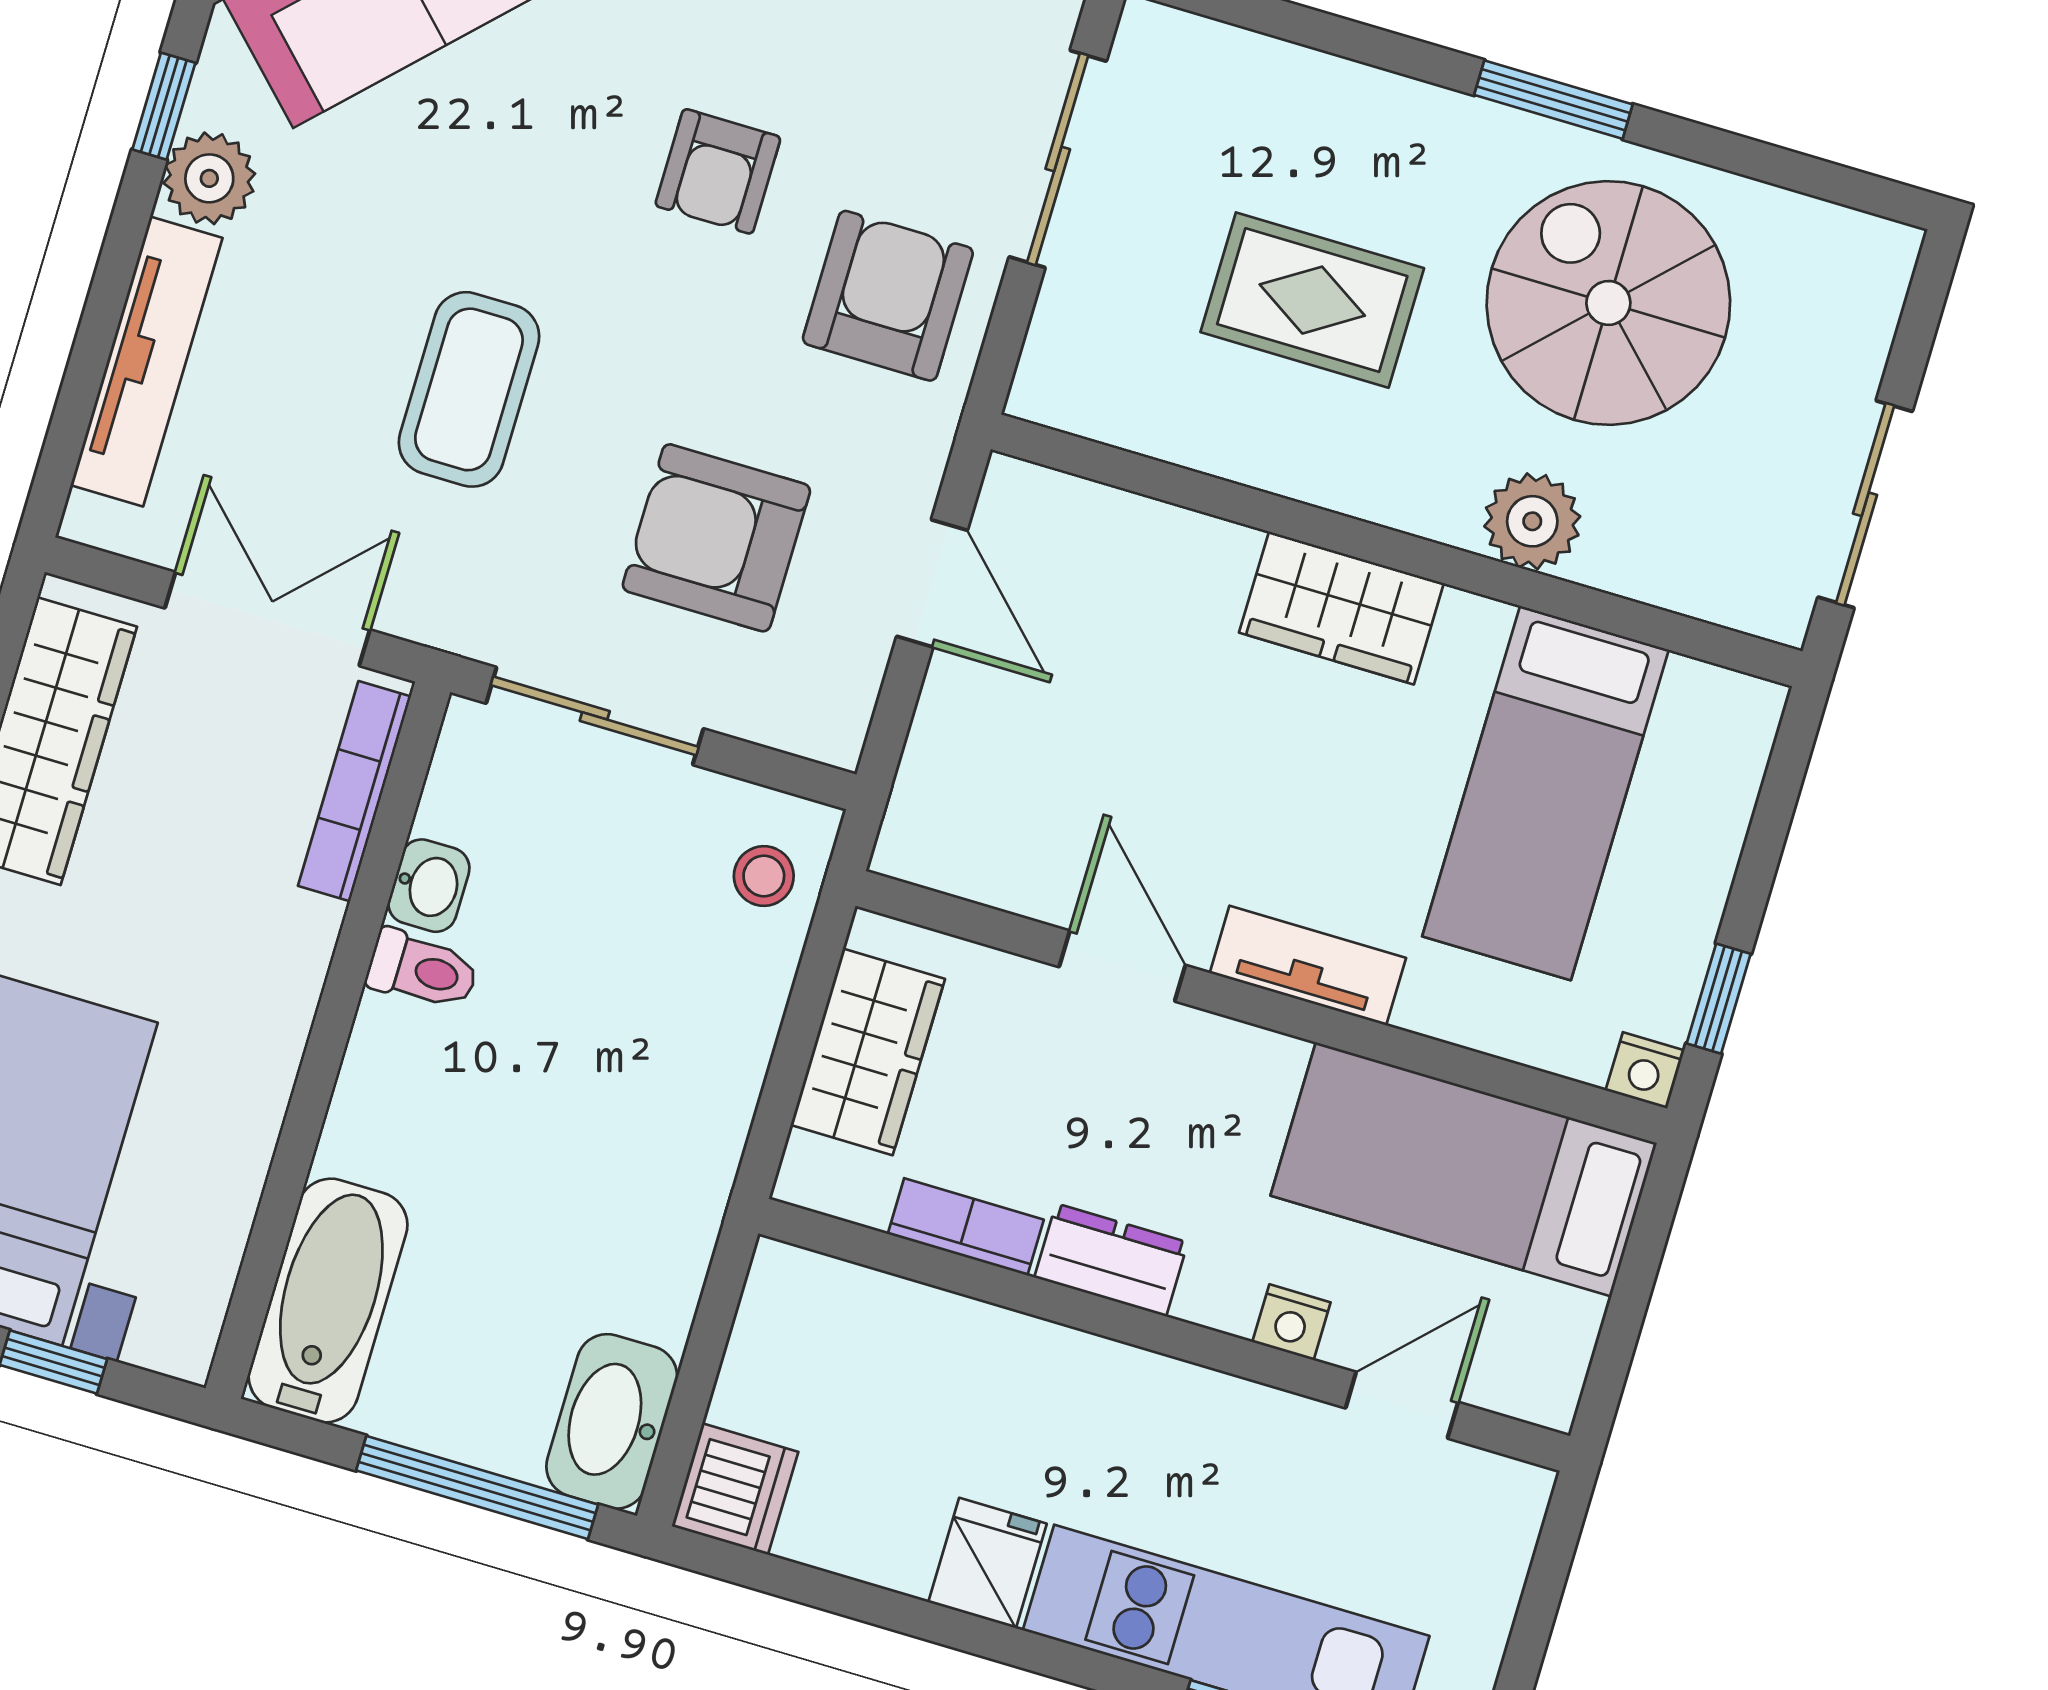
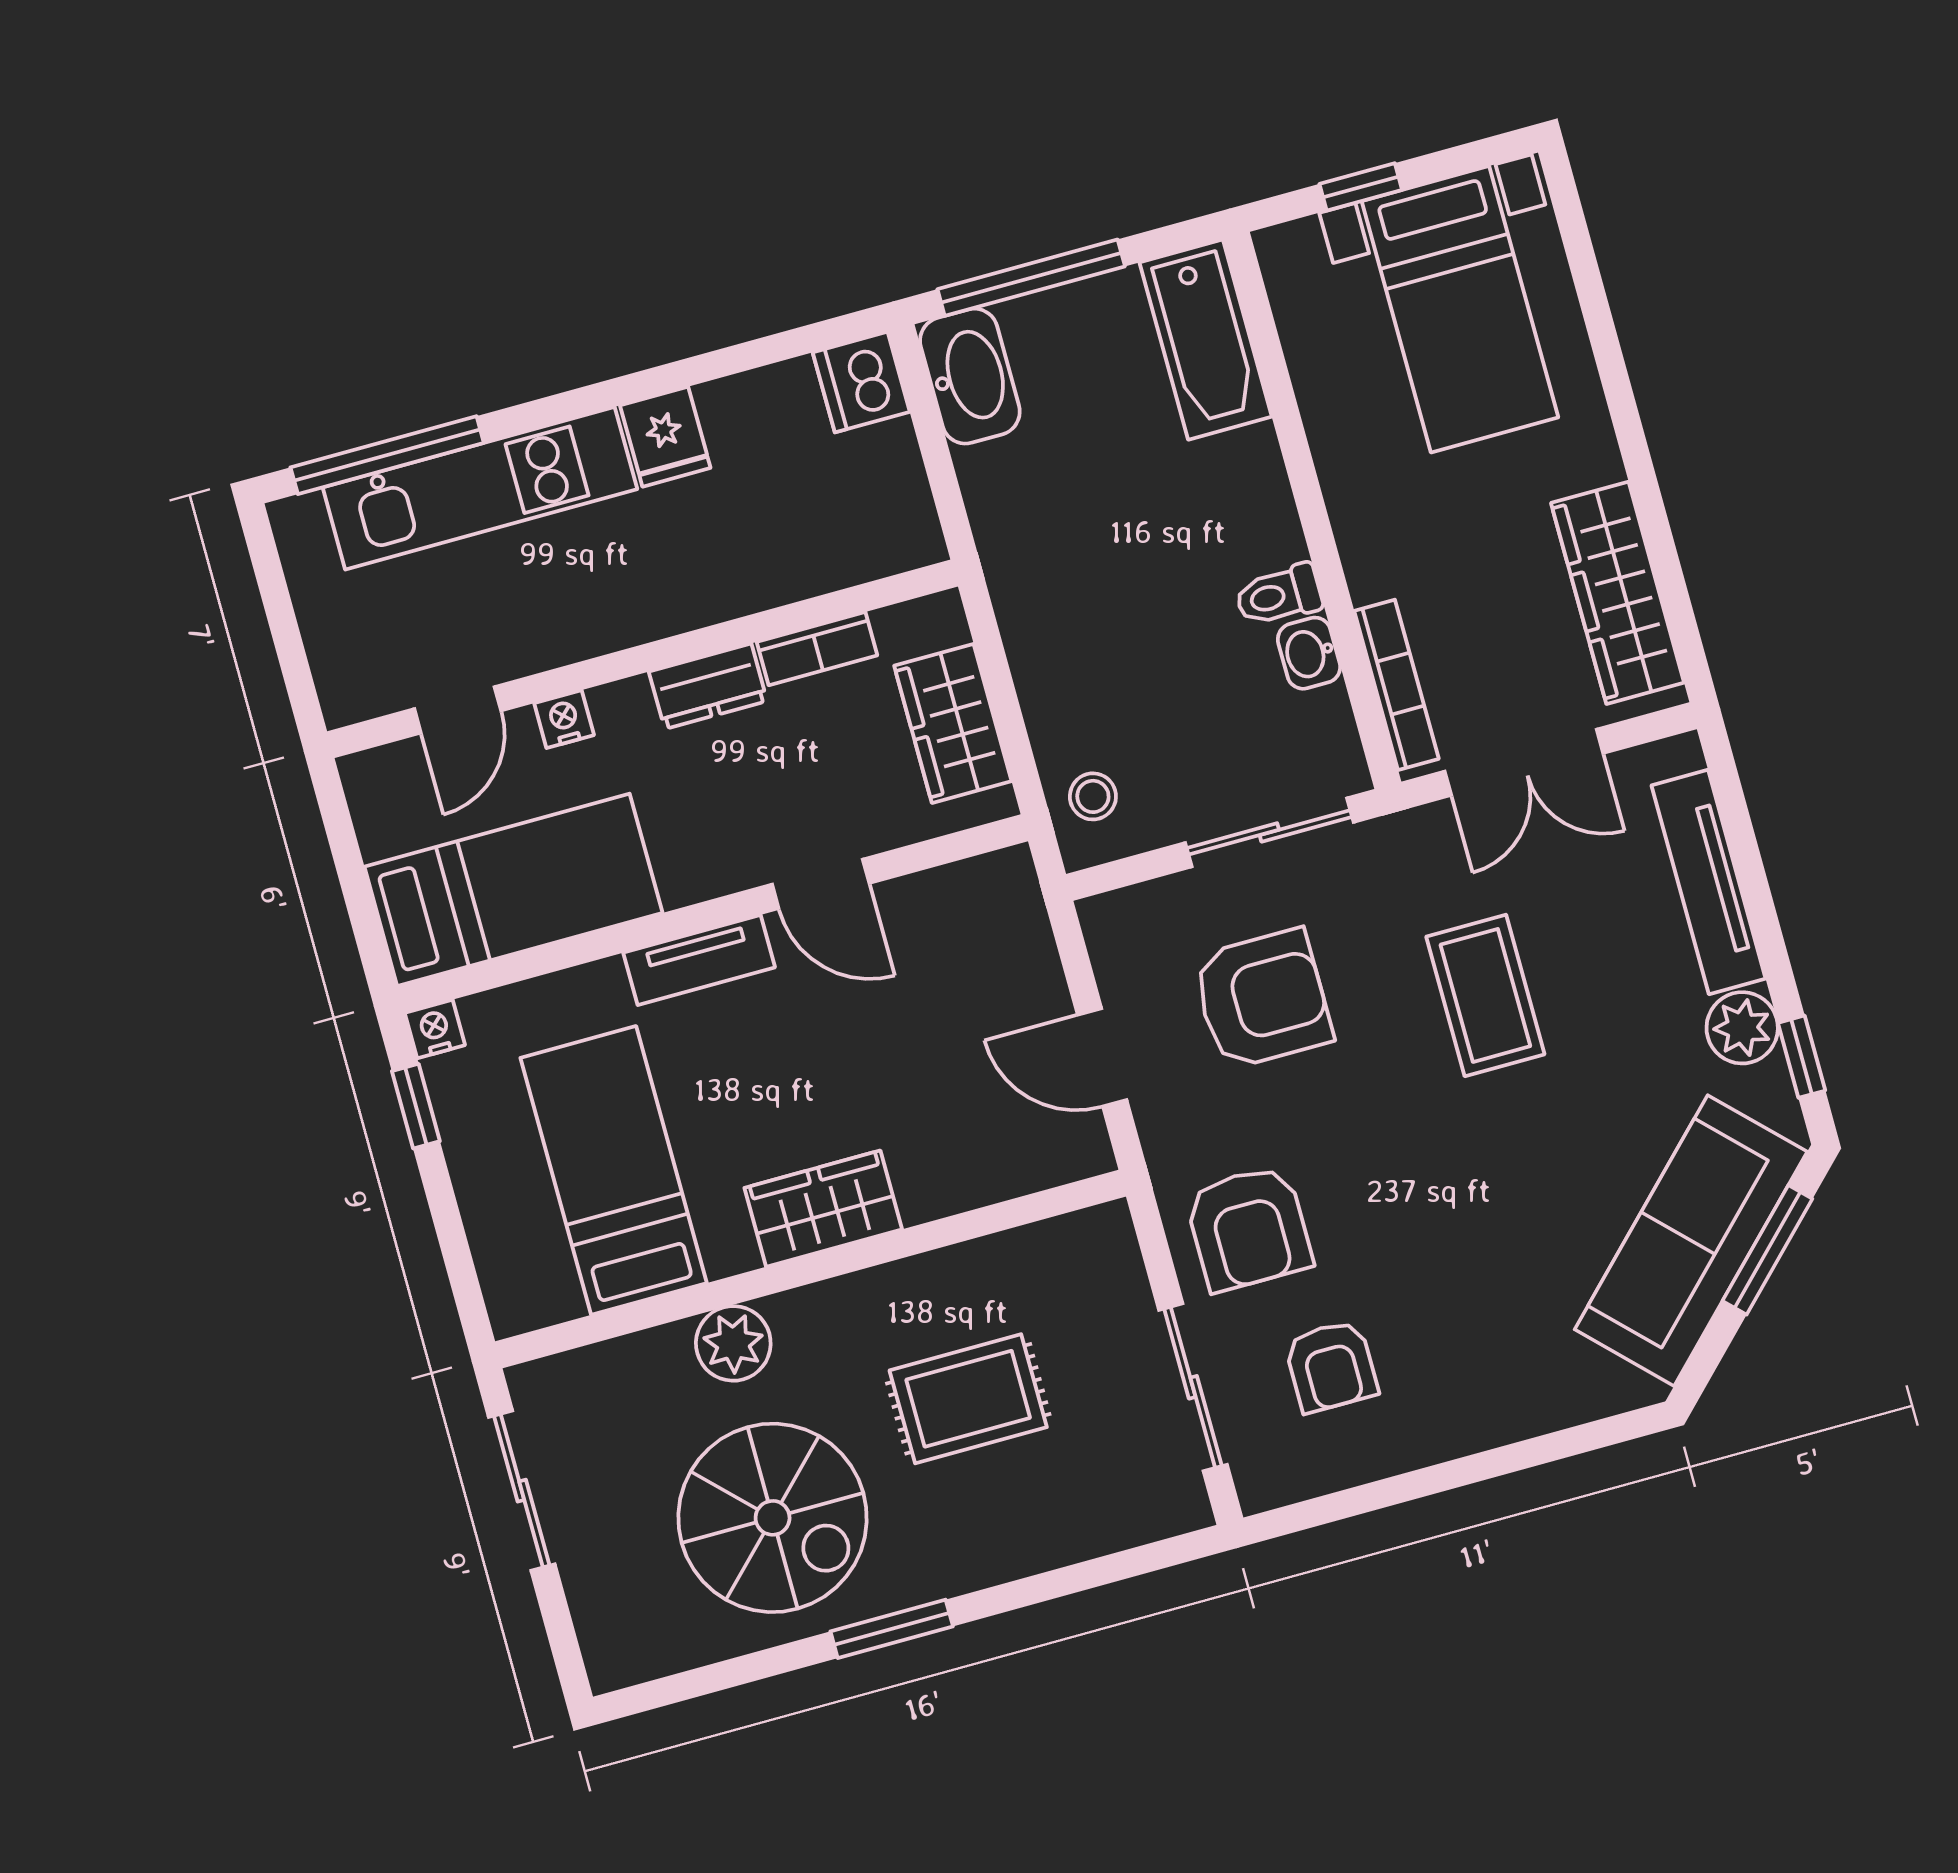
armchair: (718, 171) -> (1331, 1366), moved, turned 180

